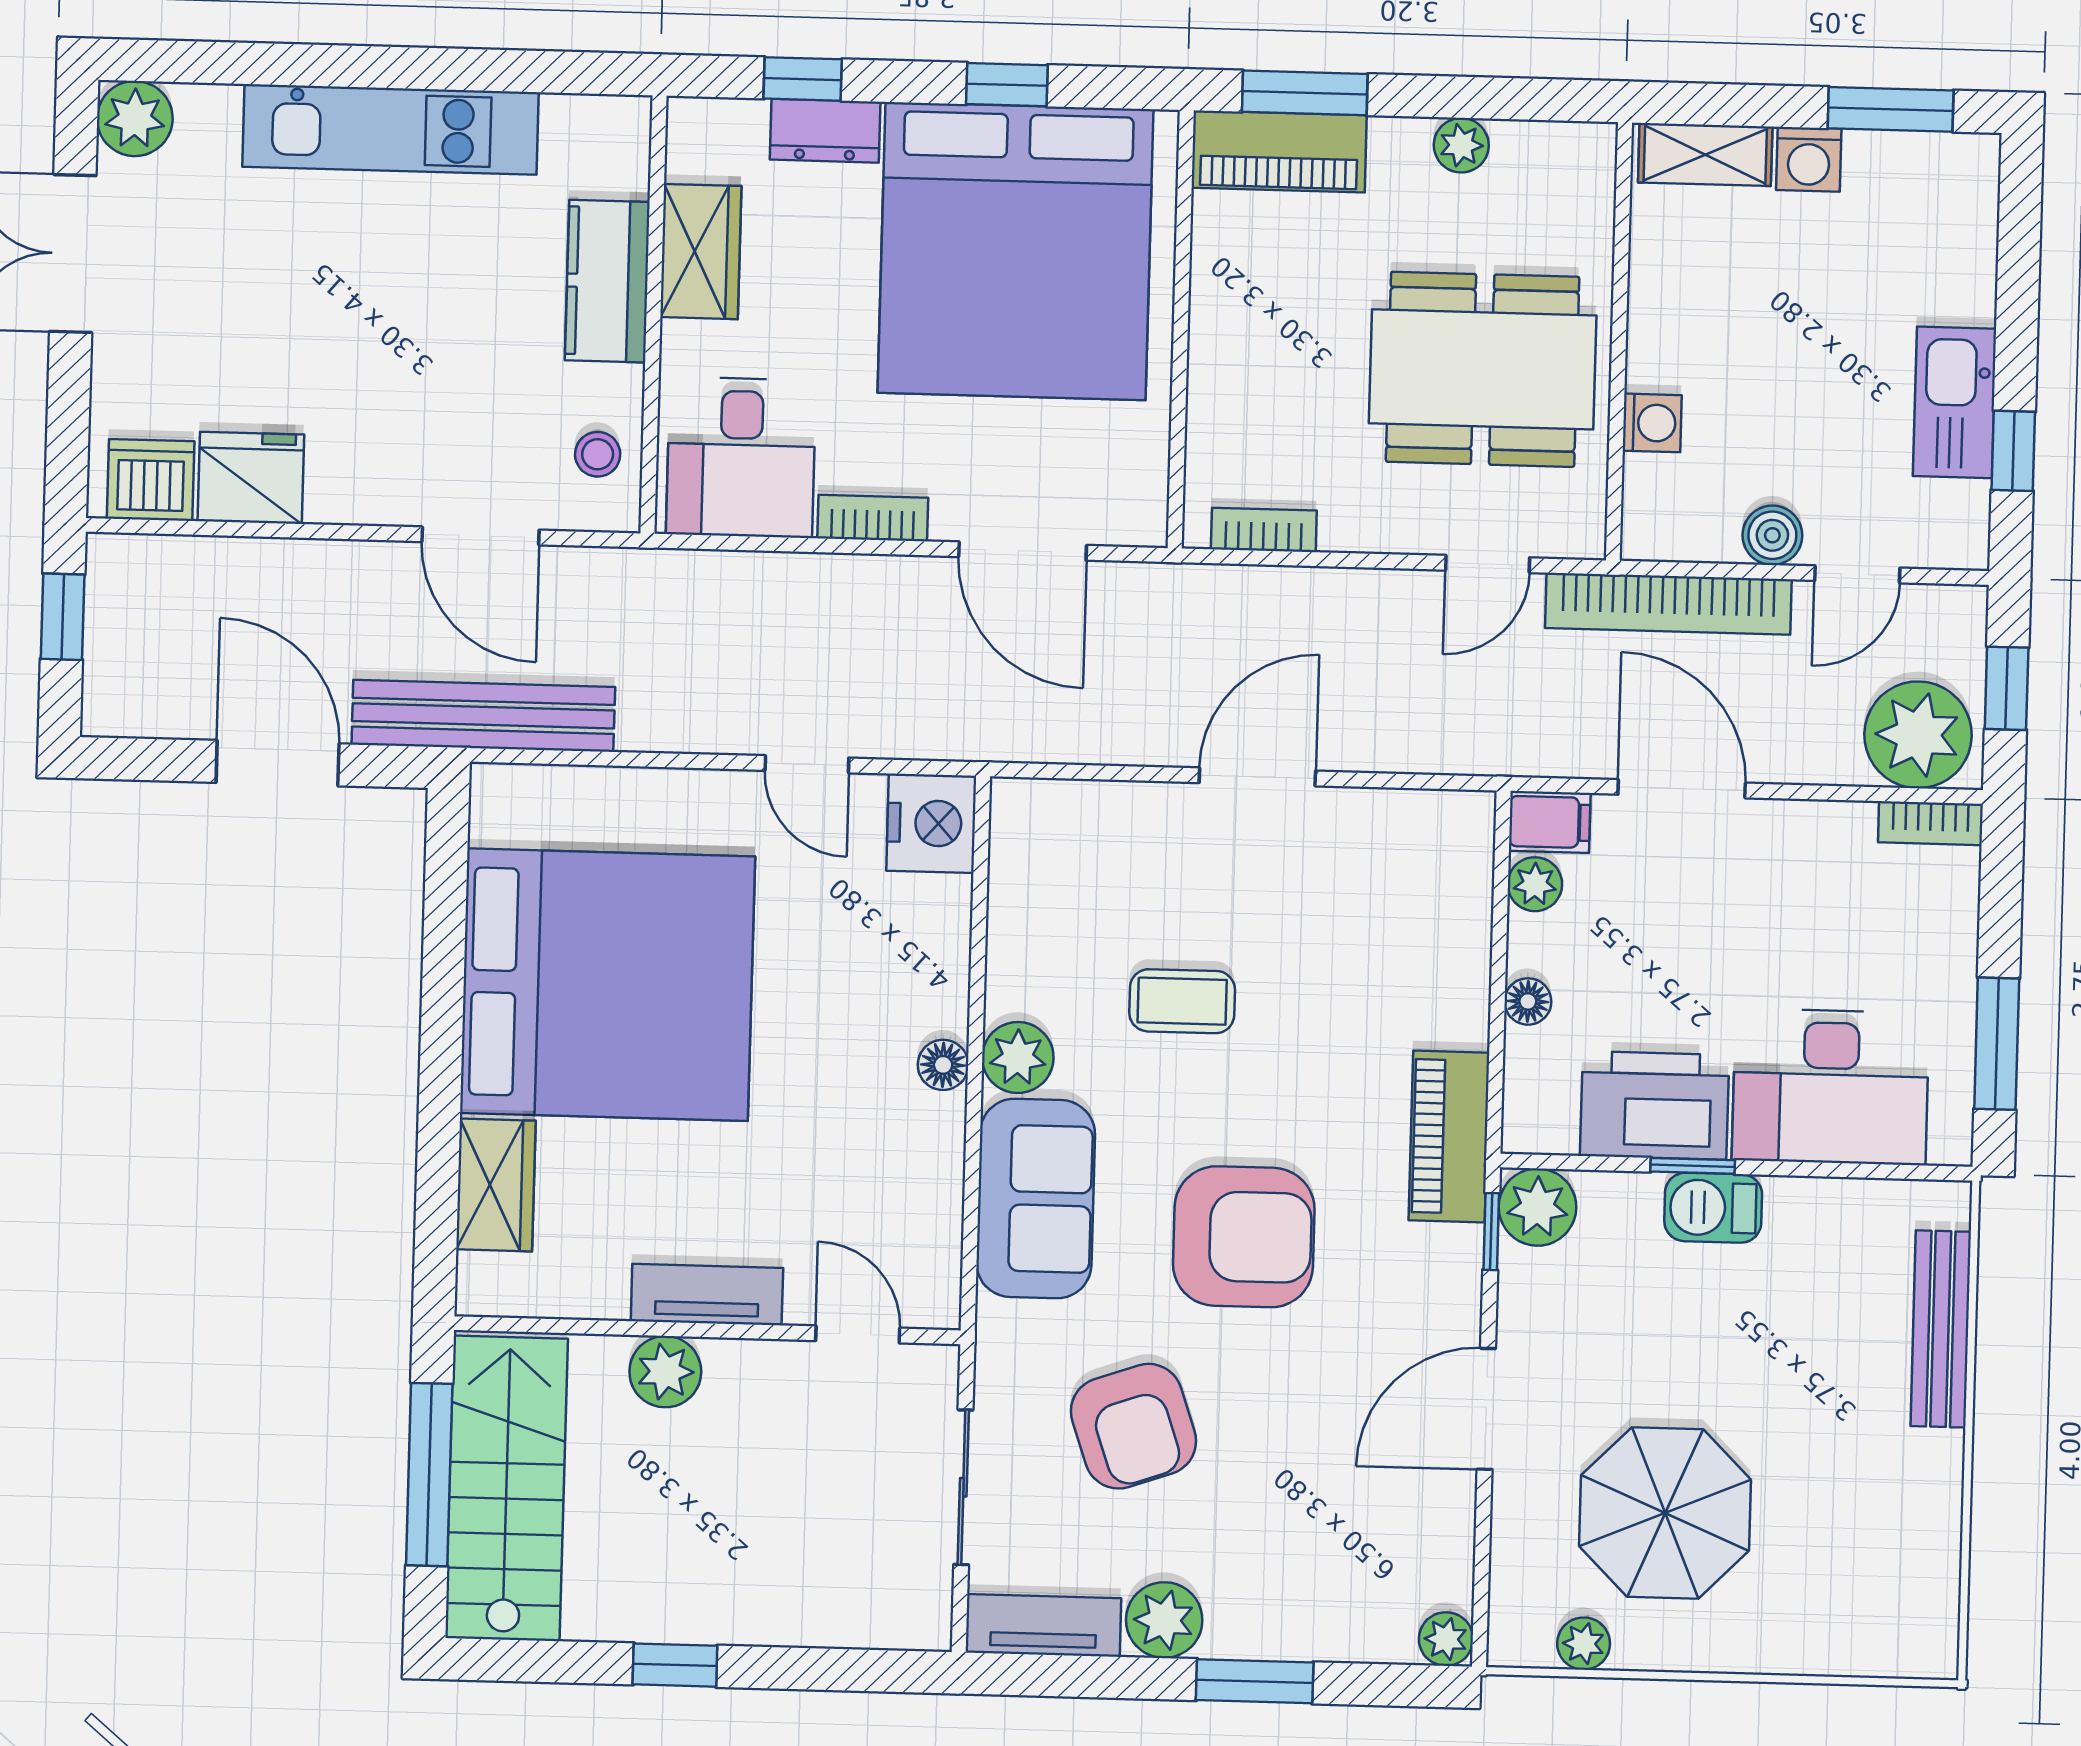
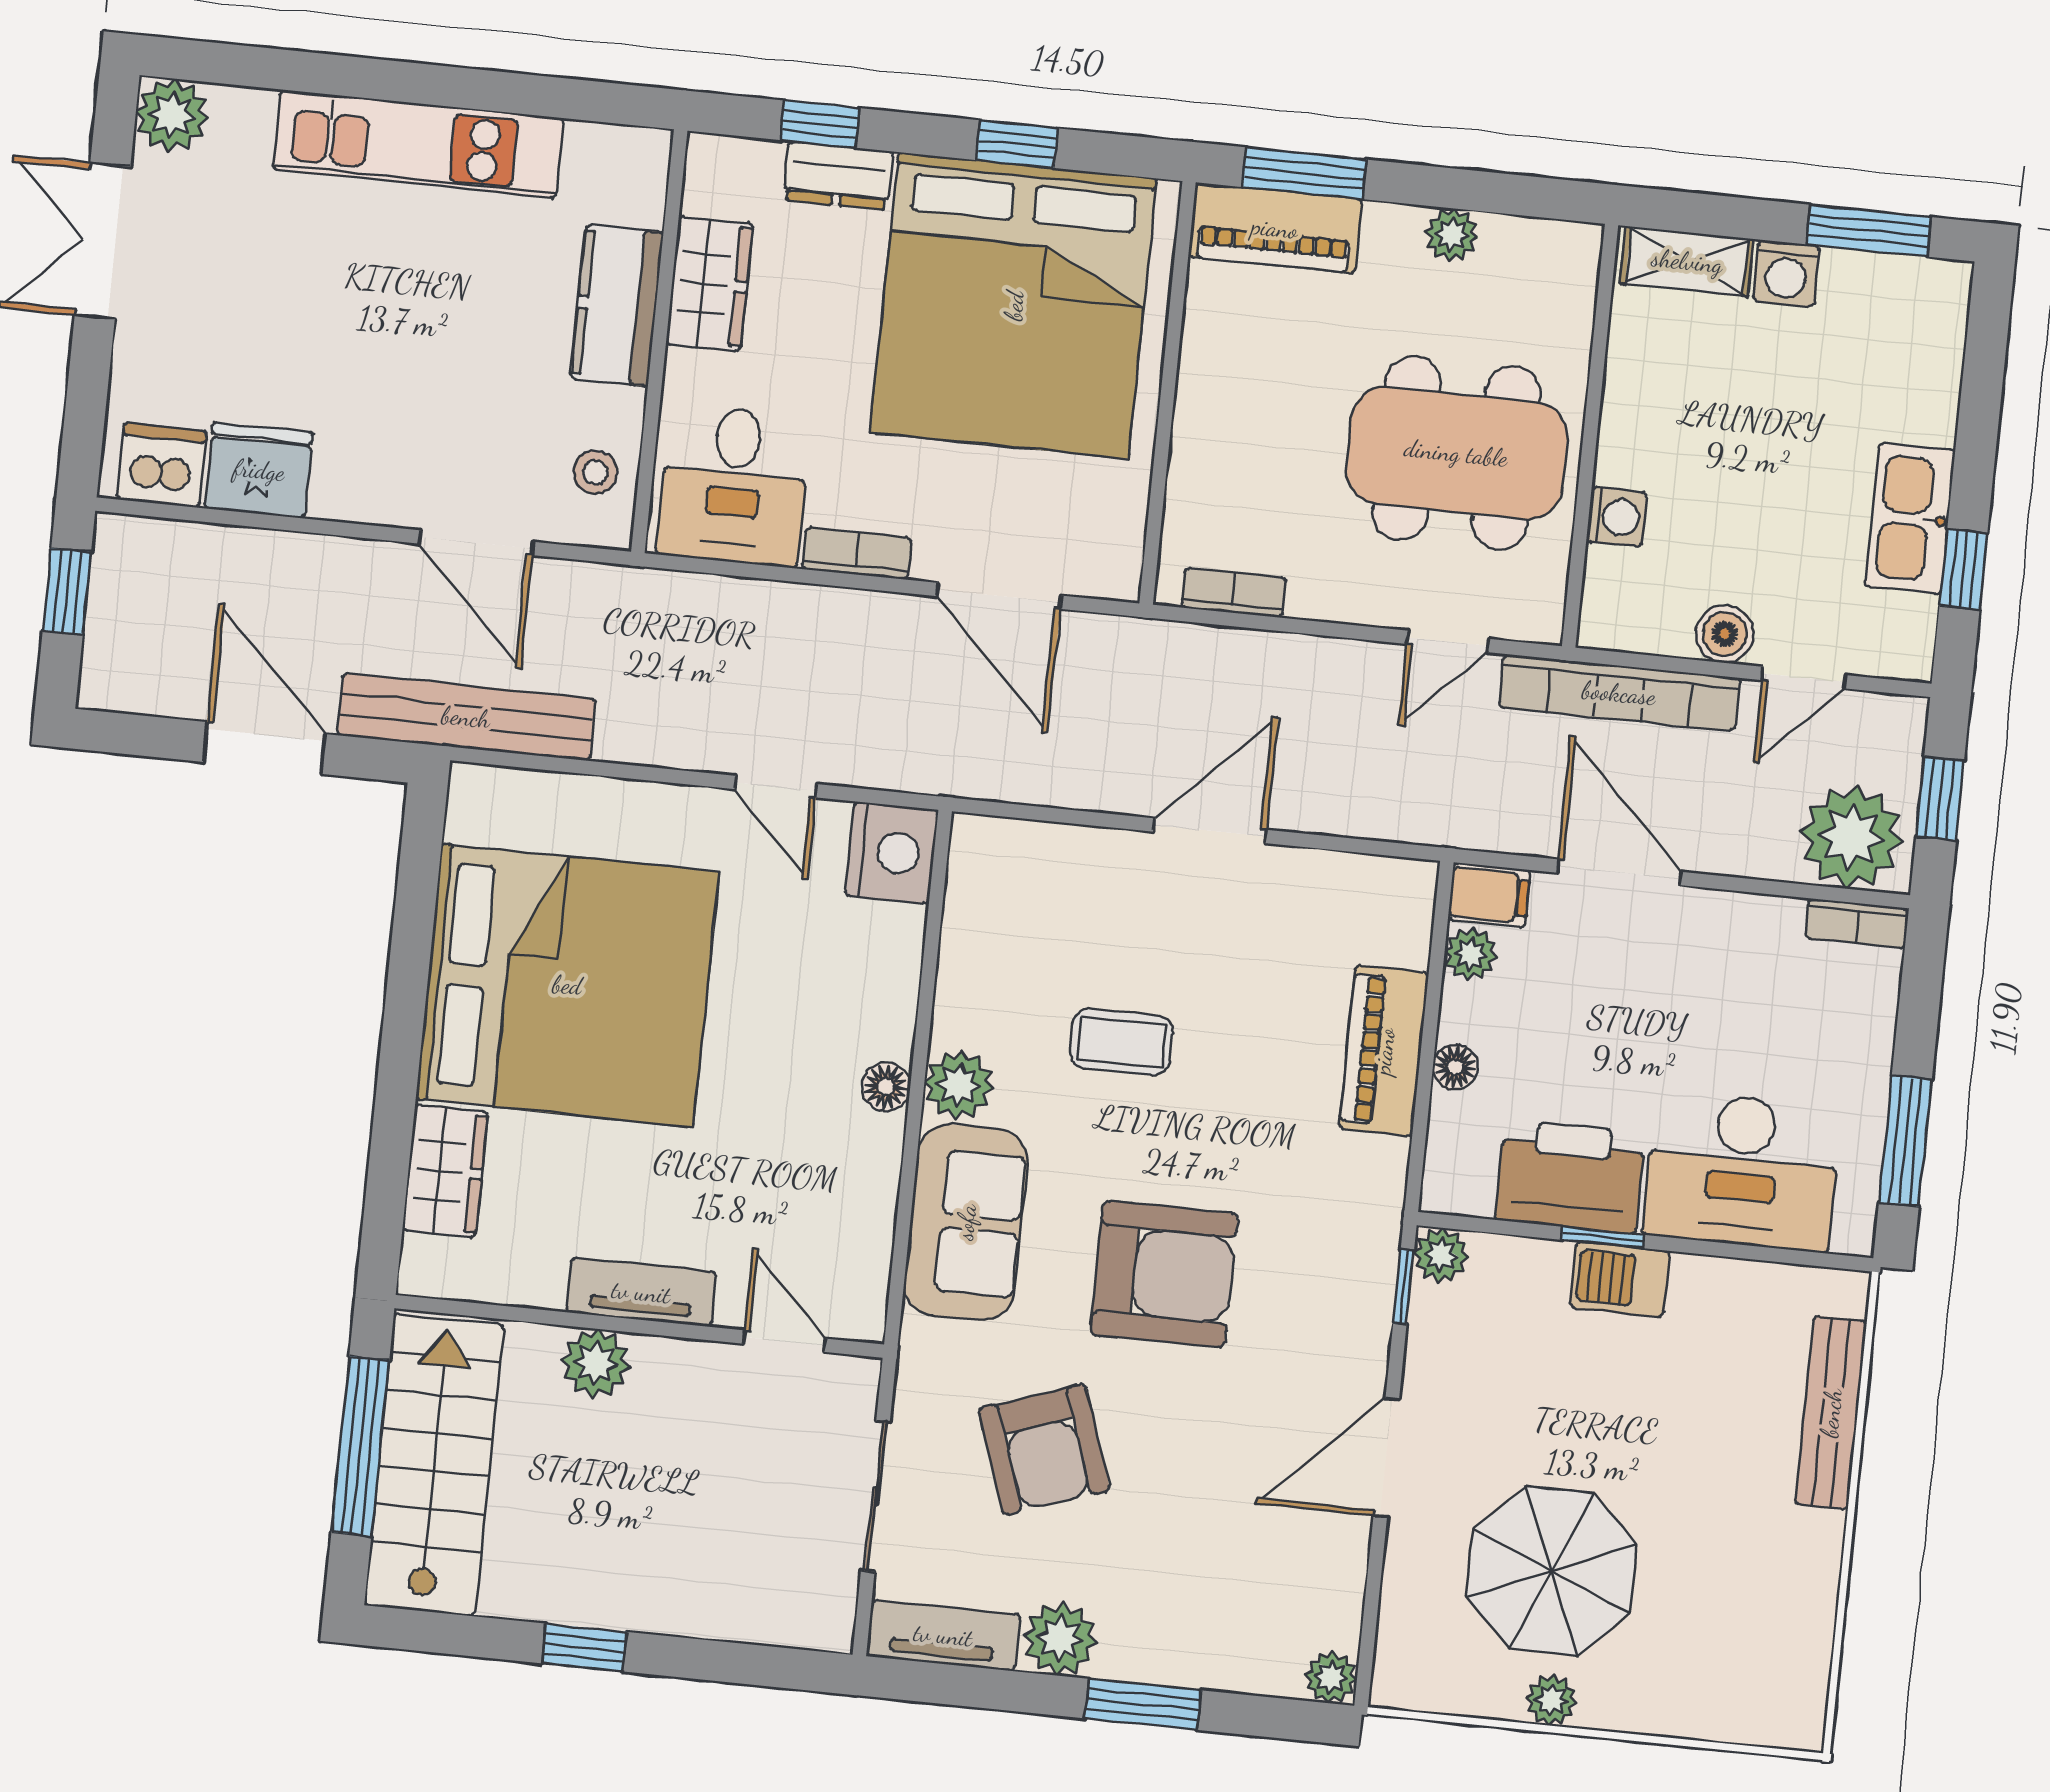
piano: (1449, 1137) -> (1384, 1051), moved
plant: (1537, 1207) -> (1441, 1255), width x0.73, depth x0.73
plant: (1584, 1644) -> (1551, 1700), moved

